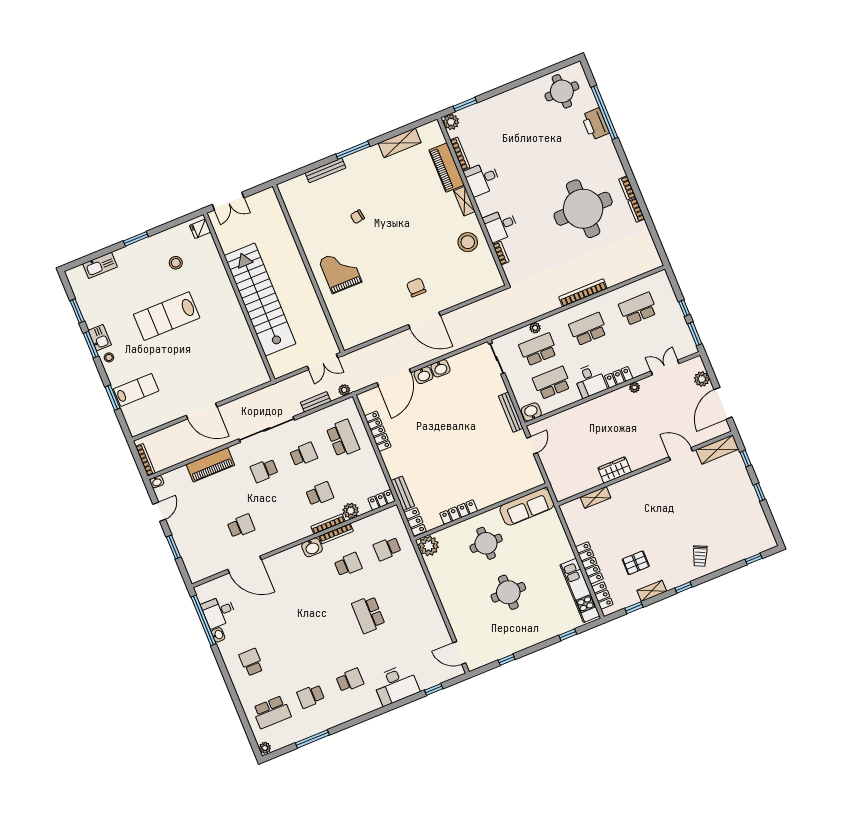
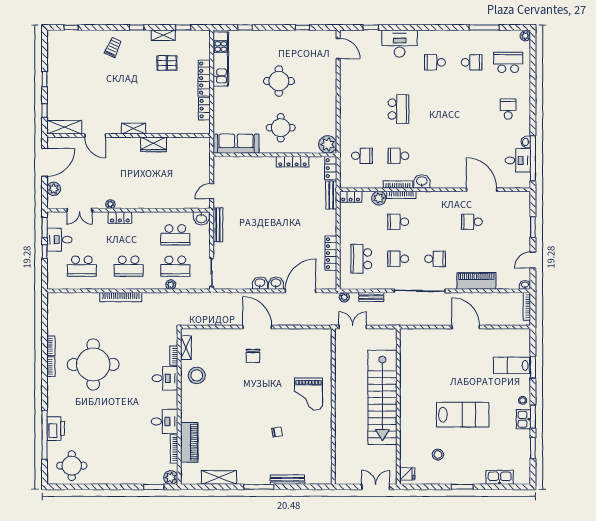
shelving: (464, 201) -> (186, 348), moved
desk: (590, 381) -> (59, 240), moved, turned -90
shelving: (595, 497) -> (134, 129), moved
locker: (602, 596) -> (204, 109), moved
school desk: (251, 662) -> (508, 109), turned 180

